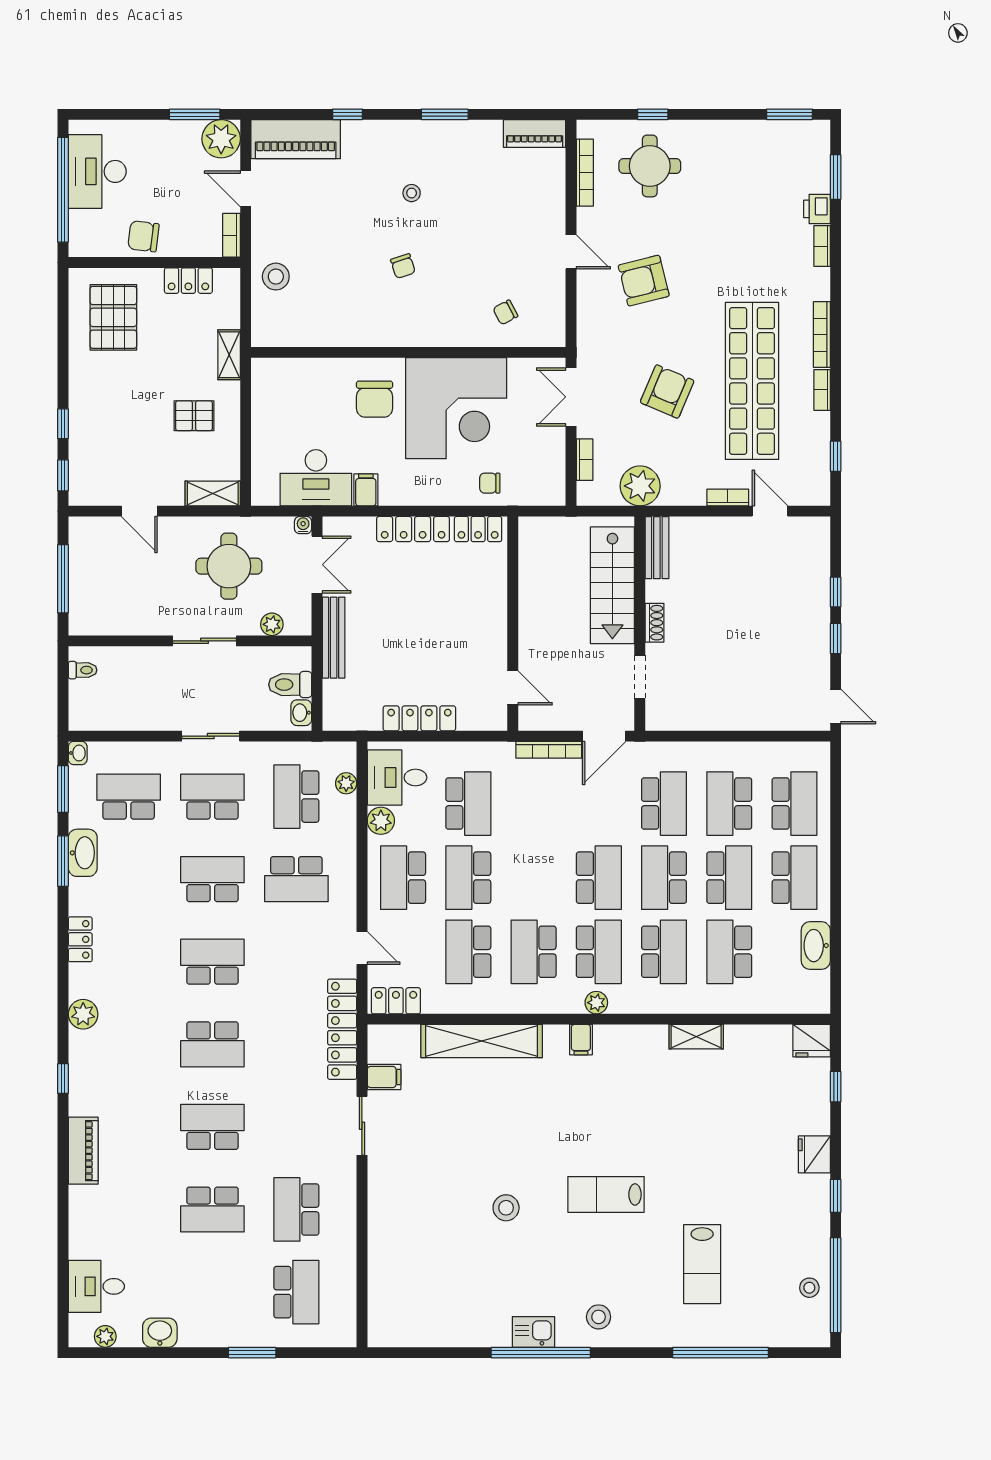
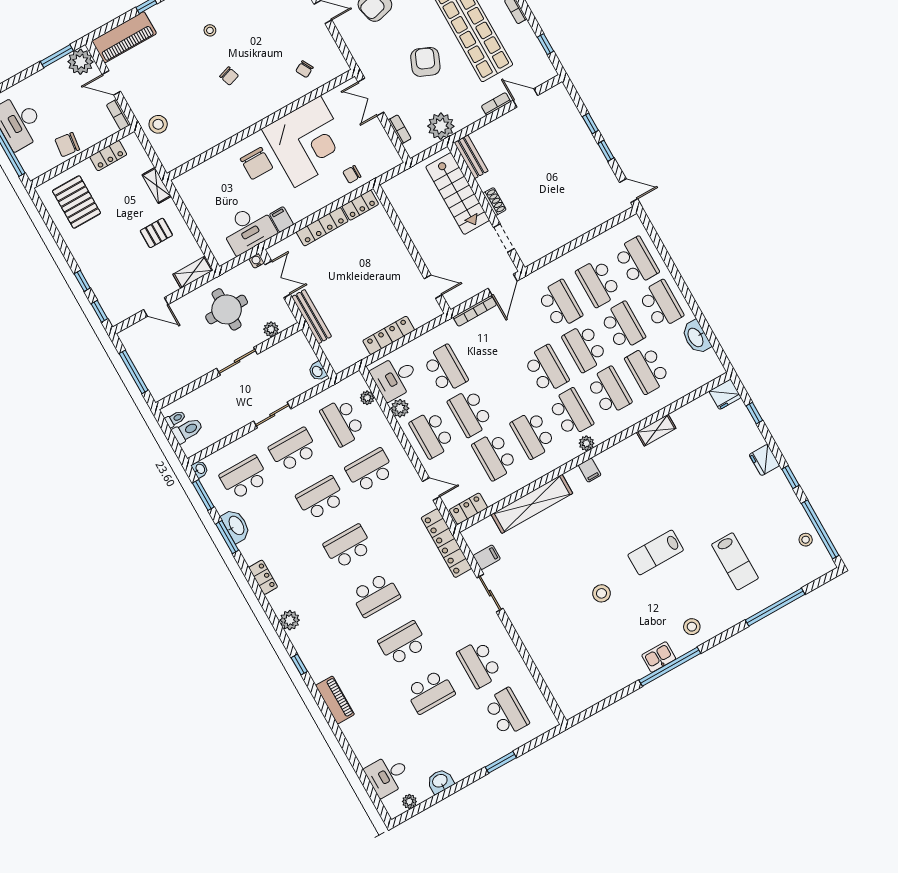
toilet: (290, 685) -> (188, 430), moved, turned 180
school desk: (296, 879) -> (370, 470), turned 180

